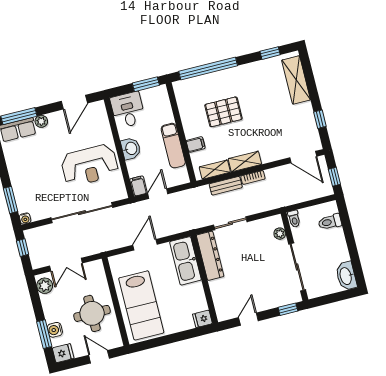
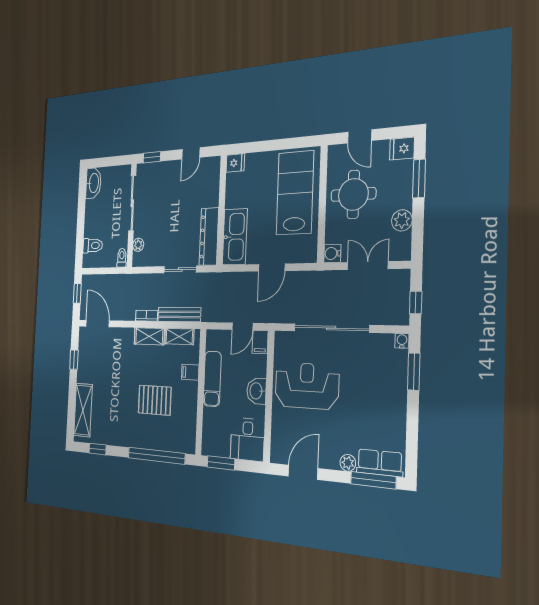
bench: (226, 186) -> (179, 314), width x1.36
plant: (45, 286) -> (402, 220), moved
water cooler: (55, 330) -> (332, 253), moved, turned 180

